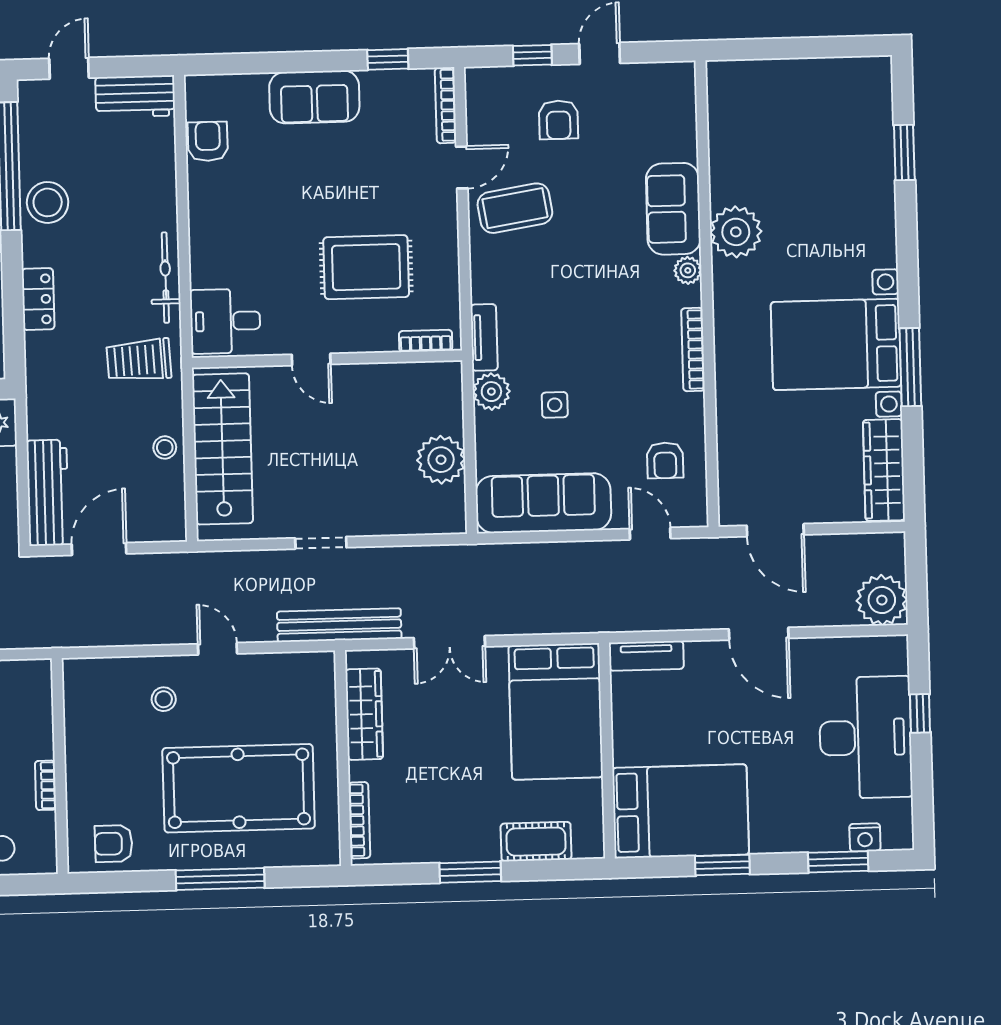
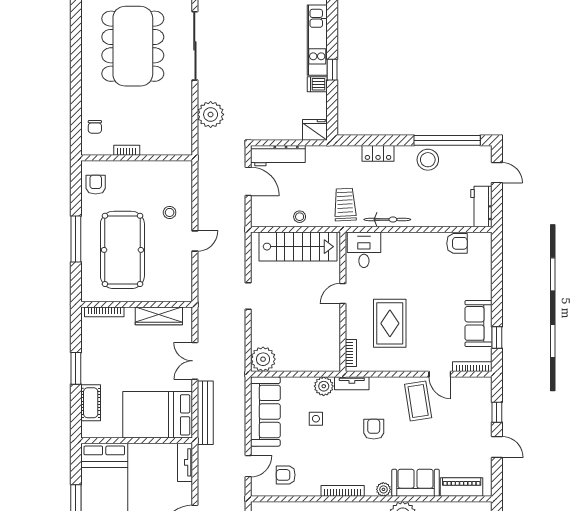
sofa: (314, 97) -> (478, 323), moved
piano: (679, 119) -> (462, 487), added
armchair: (558, 120) -> (374, 429), moved, turned 90
plant: (441, 460) -> (263, 359), moved
bench: (339, 625) -> (205, 413), moved

